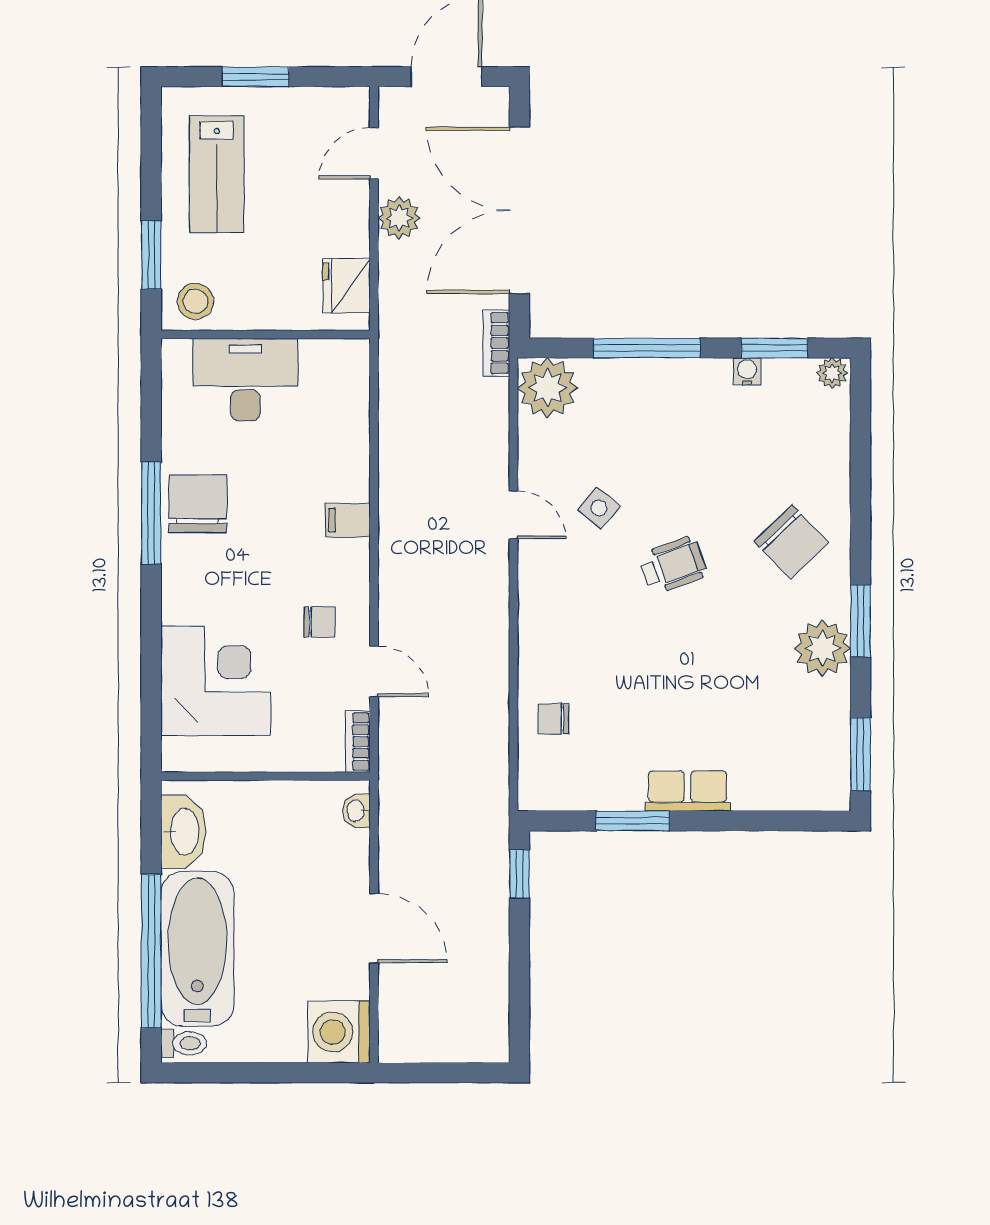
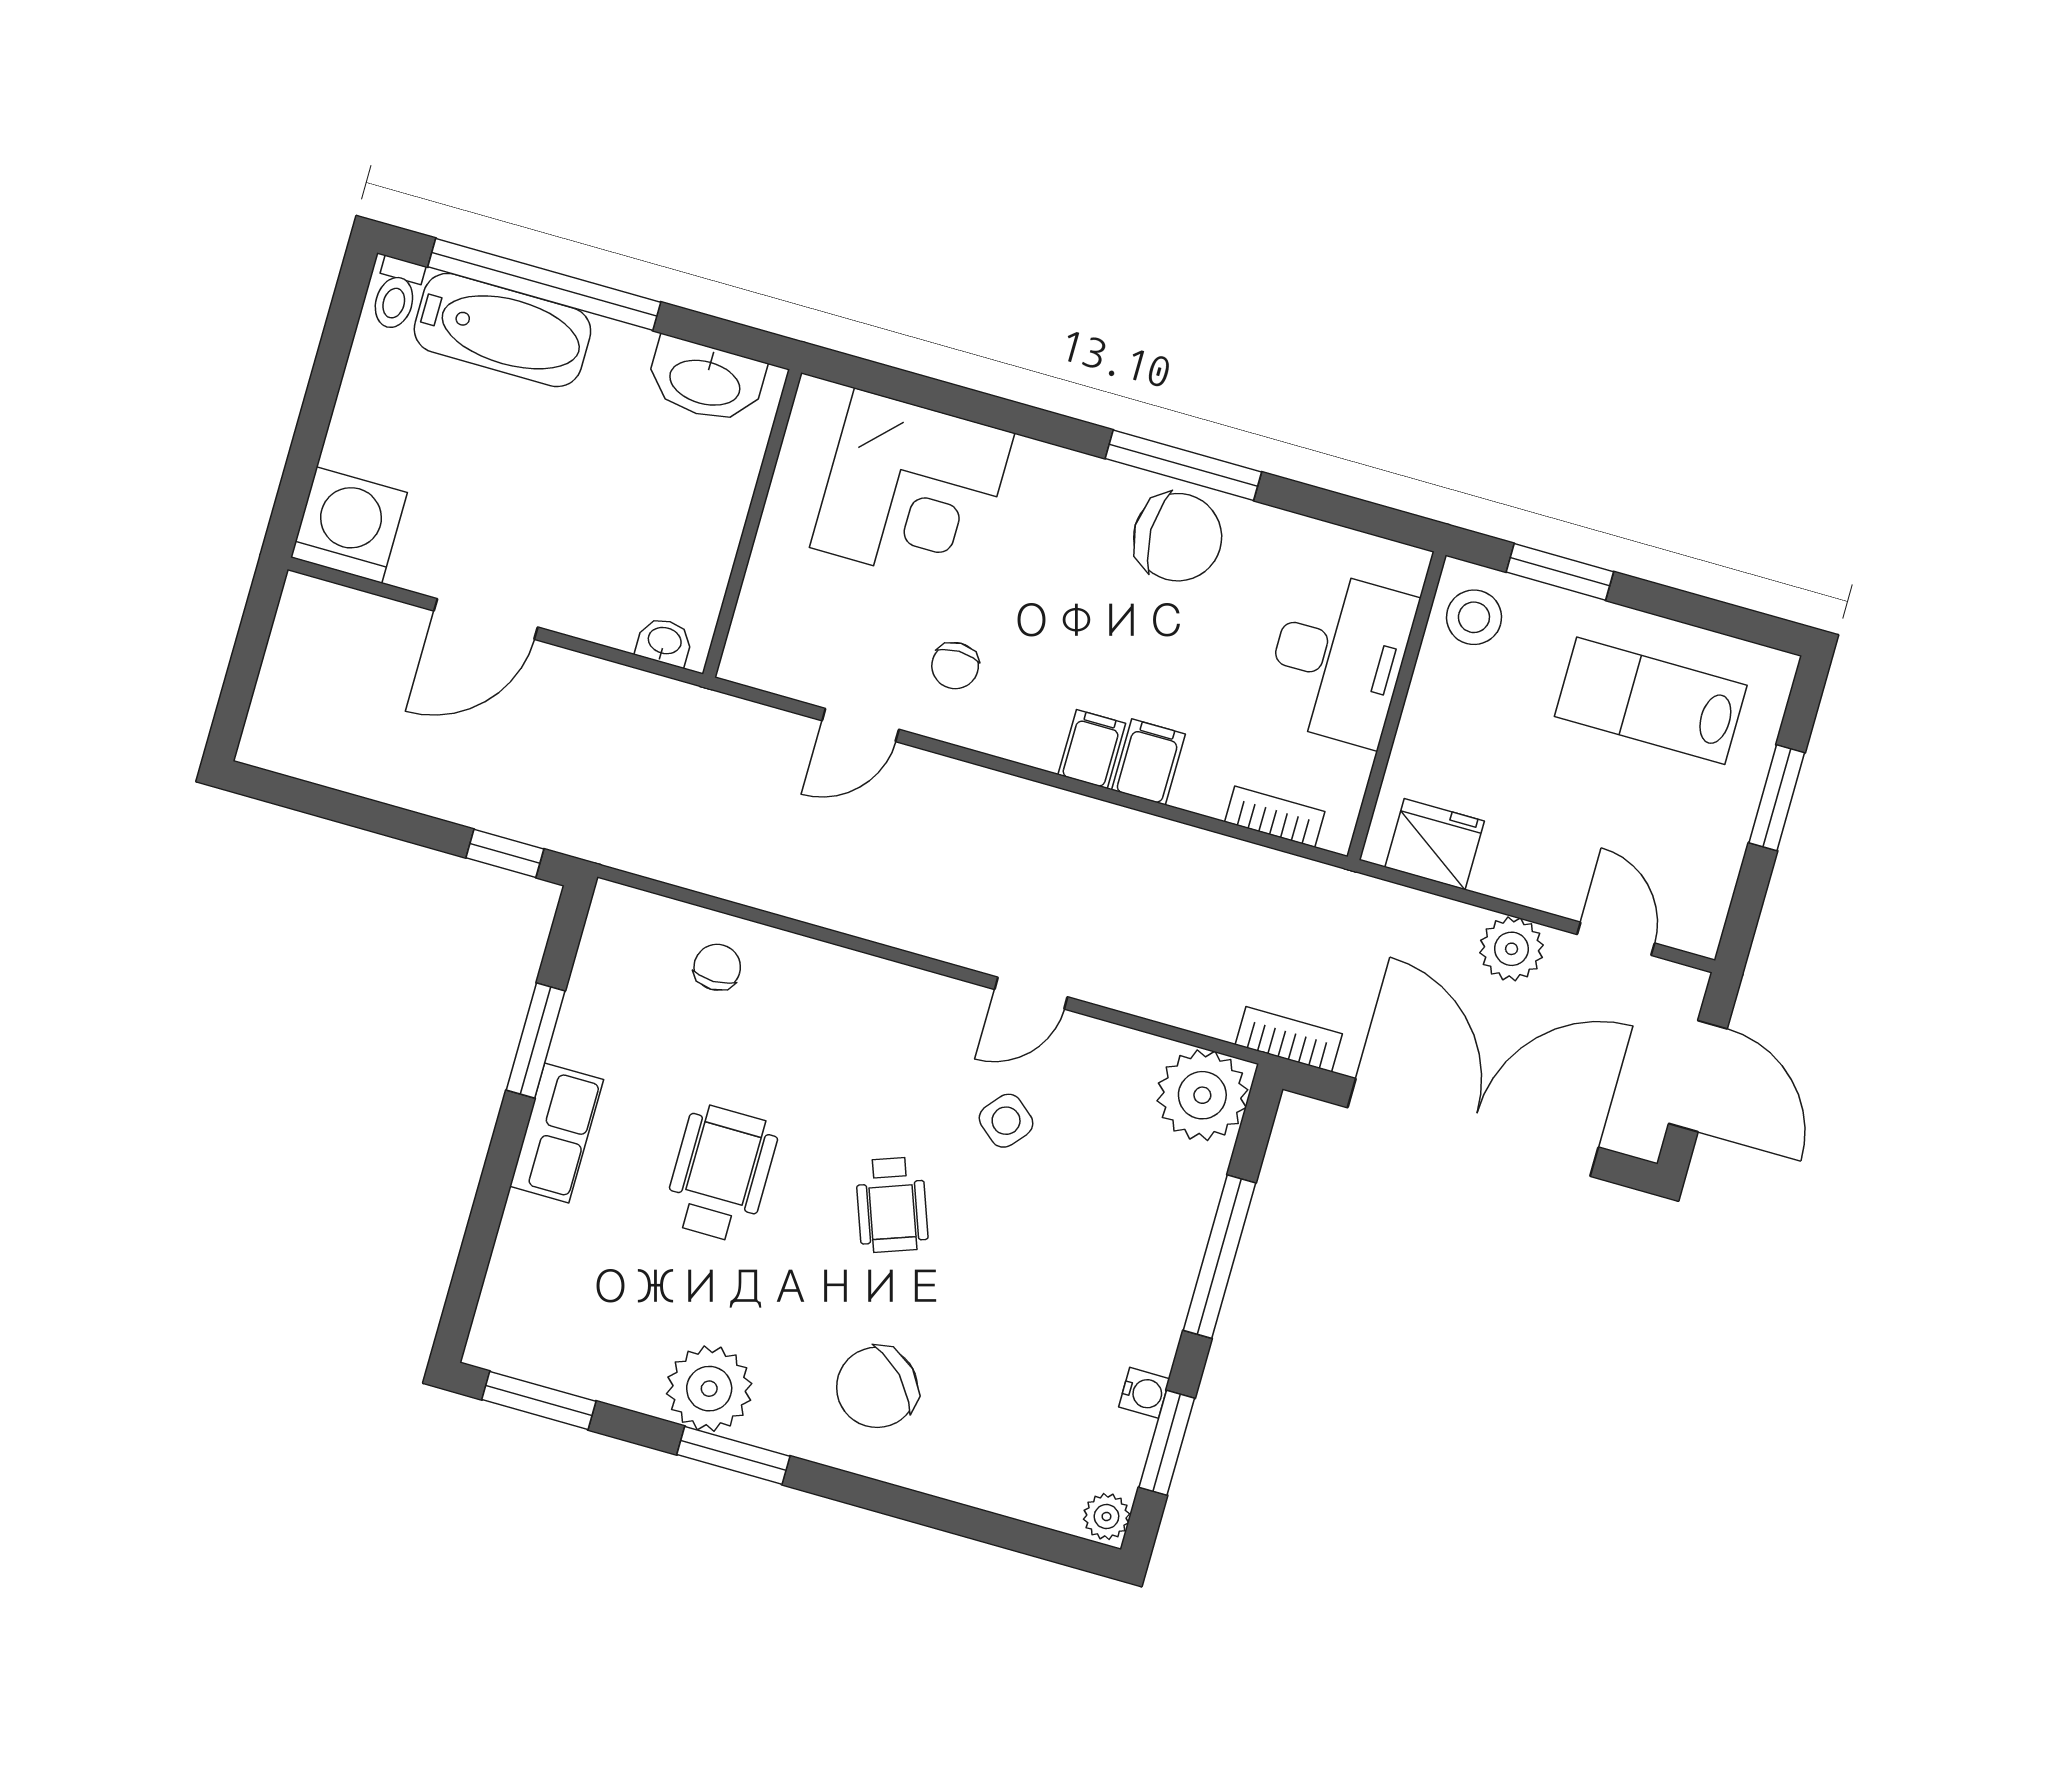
filing cabinet: (346, 482) -> (1148, 762), added
wheelchair: (684, 680) -> (721, 1173), added
bookcase: (358, 742) -> (1275, 817), moved
bathtub: (197, 949) -> (502, 330), width x0.73, depth x0.73

